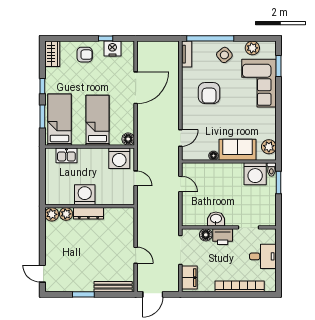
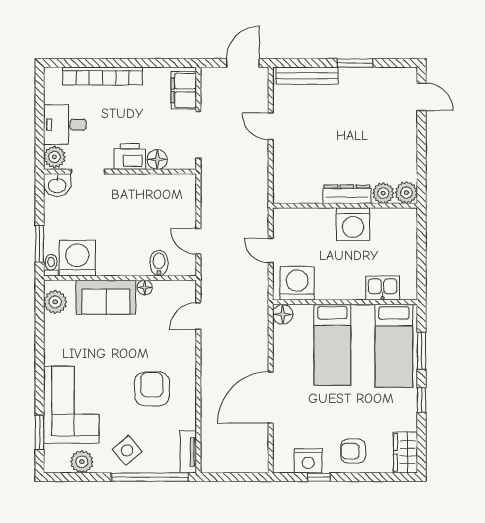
bidet: (205, 171) -> (159, 263), added
washbasin: (216, 219) -> (57, 185), moved
plant: (269, 236) -> (54, 157), added

